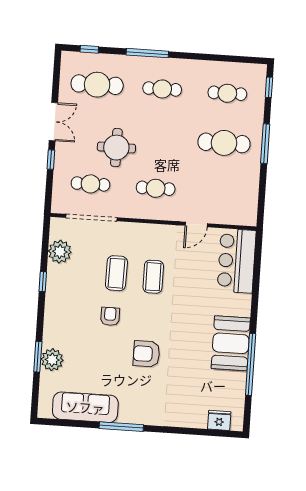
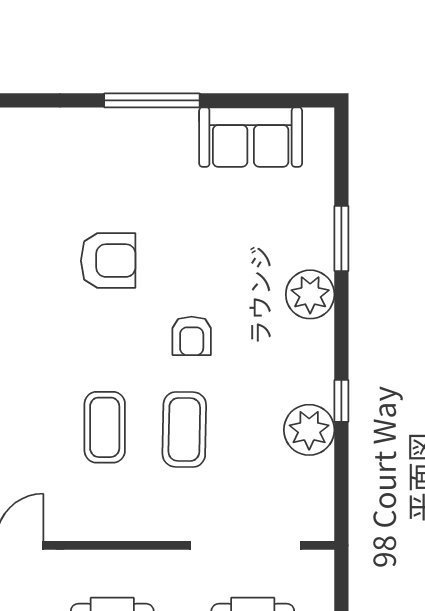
plant: (60, 252) -> (309, 430), moved
plant: (52, 360) -> (310, 294), moved
sofa: (85, 407) -> (251, 137), width x0.73

